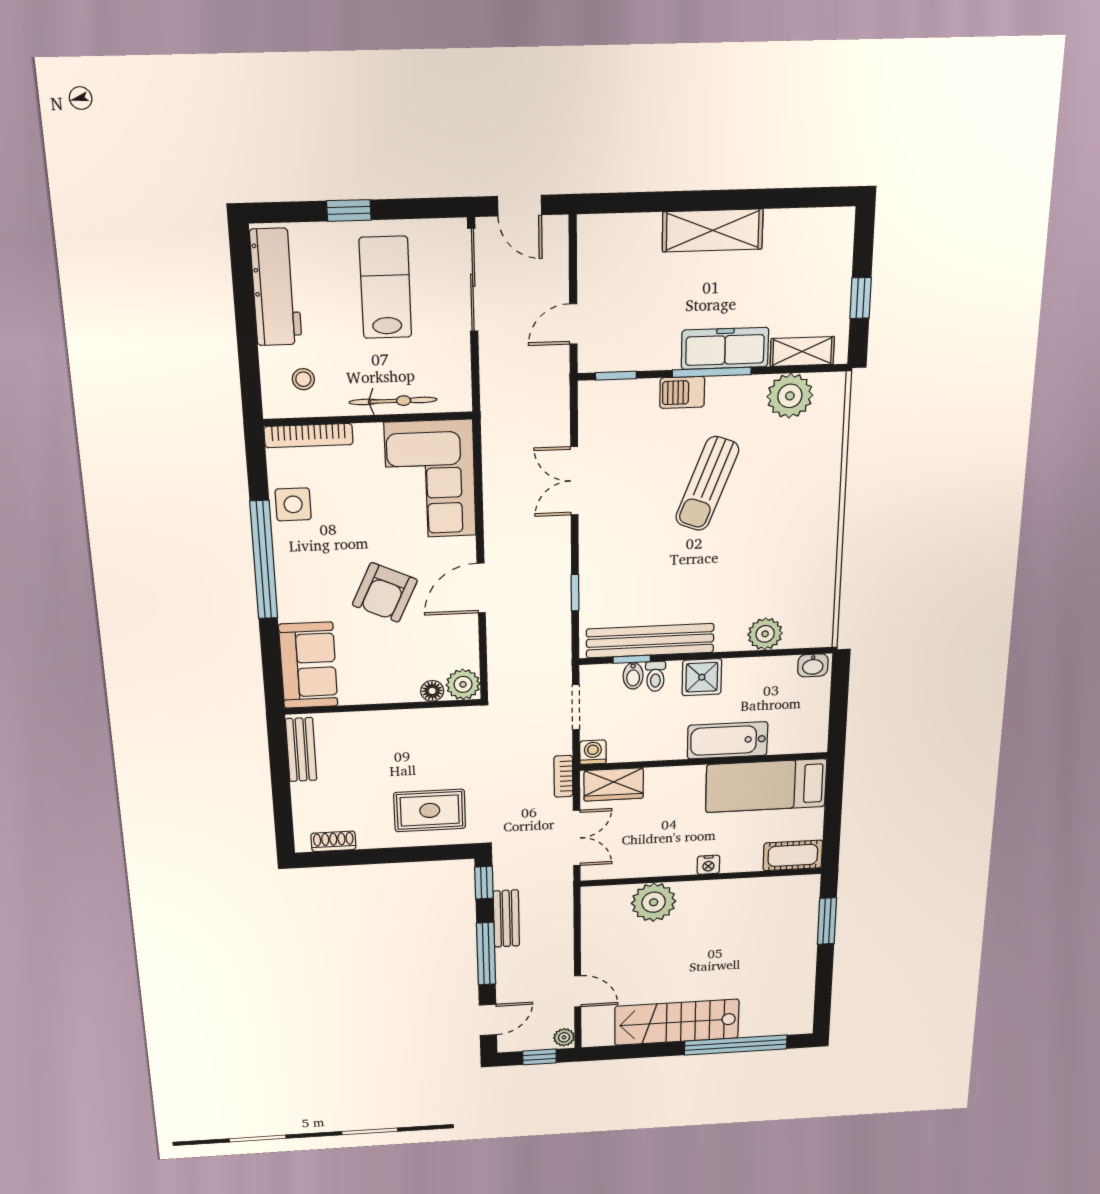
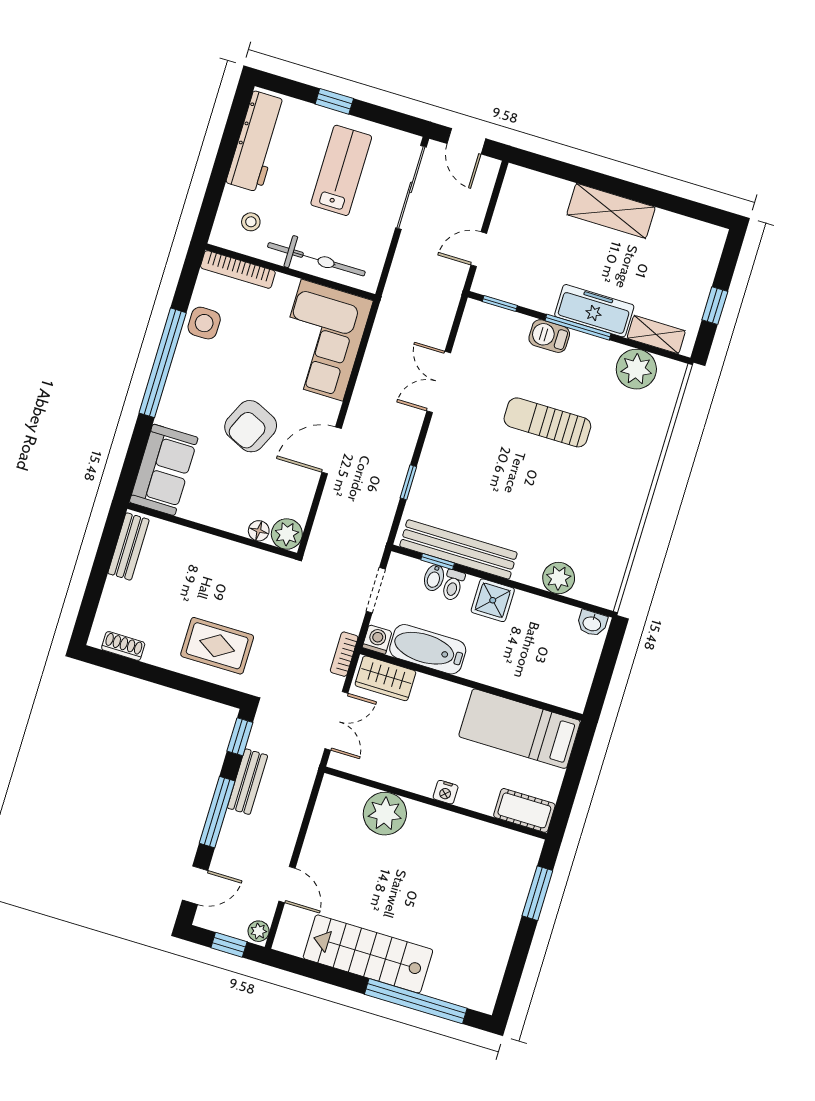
bicycle: (393, 401) -> (316, 259), width x1.37, depth x1.40
sun lounger: (707, 484) -> (547, 422), turned 69
bathtub: (728, 740) -> (428, 649), moved

